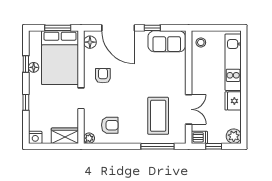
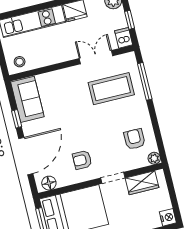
wardrobe: (65, 136) -> (142, 183), moved, turned -90

